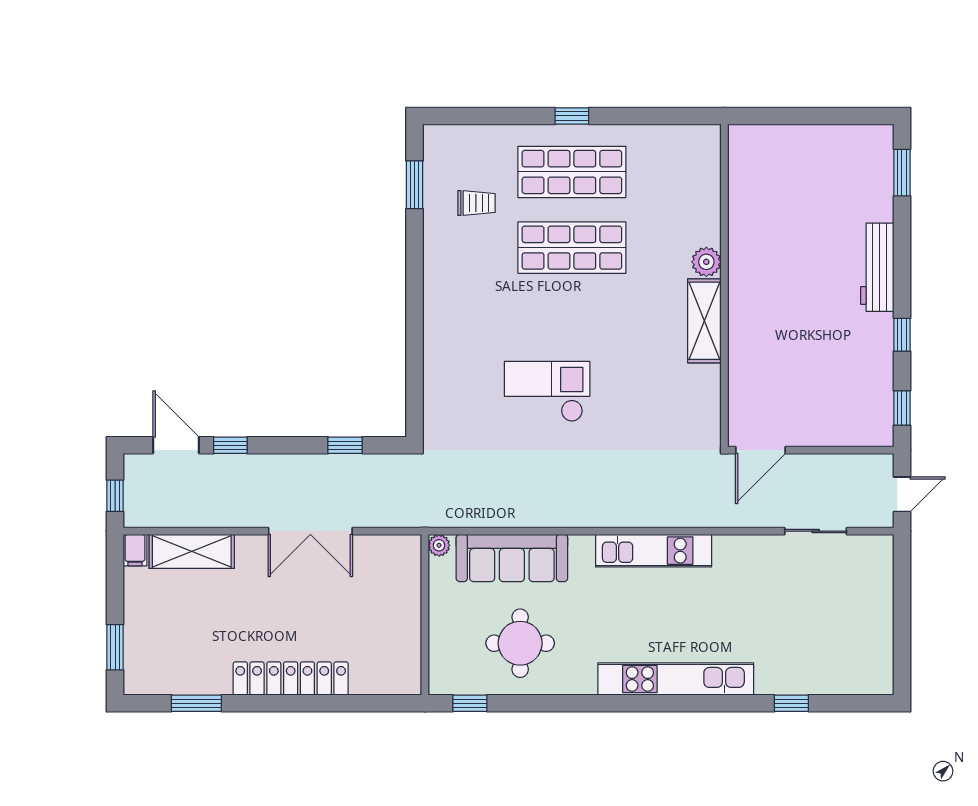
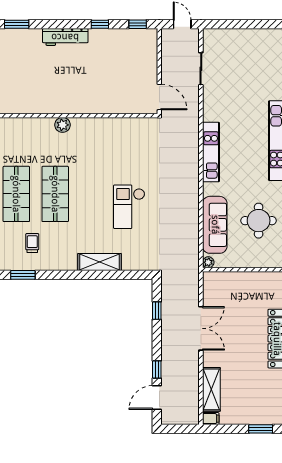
shelving: (704, 321) -> (100, 262), moved
window: (115, 496) -> (183, 429), removed

